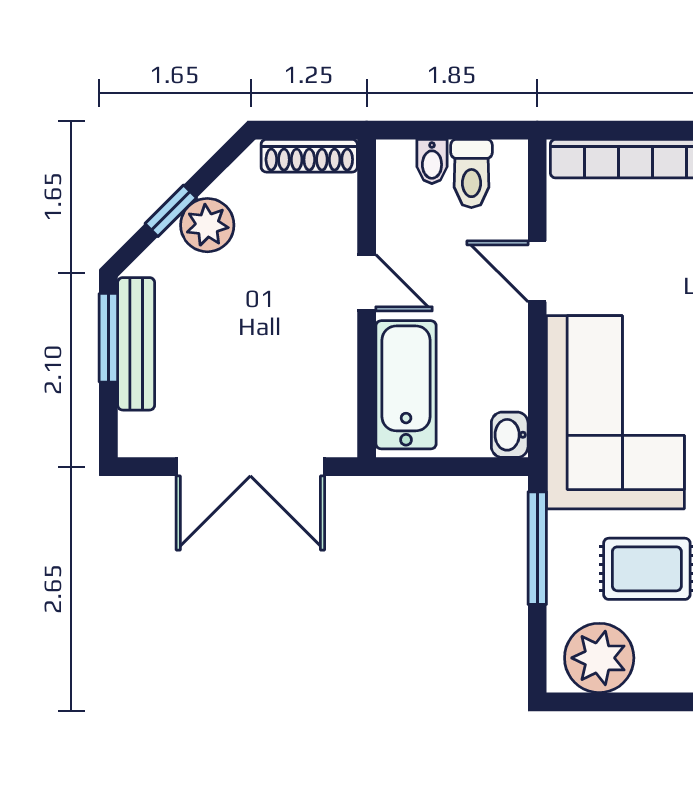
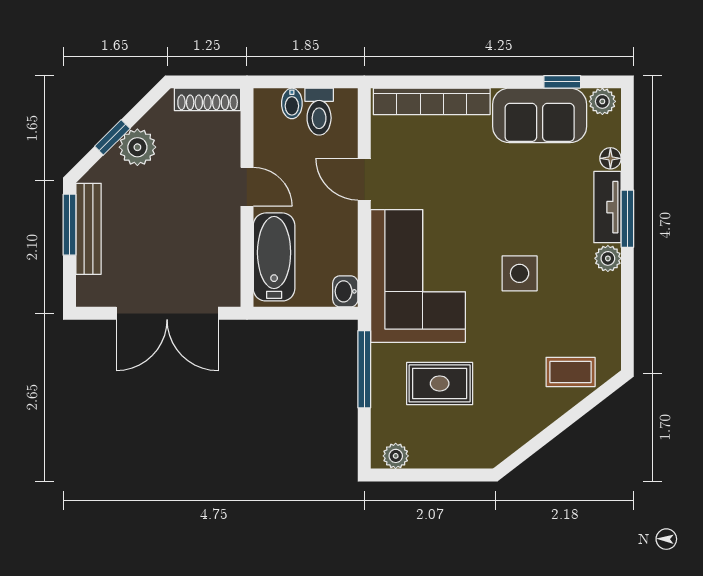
plant: (599, 658) -> (396, 456), width x0.53, depth x0.53

